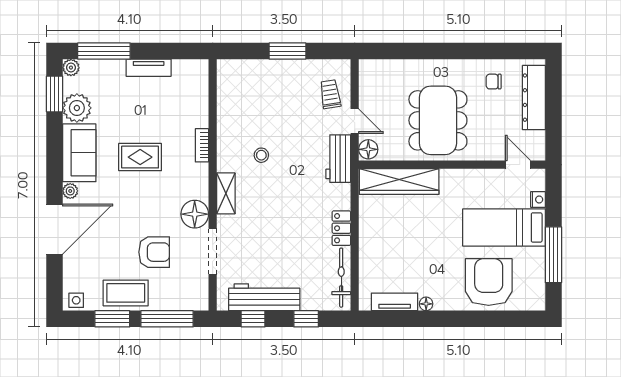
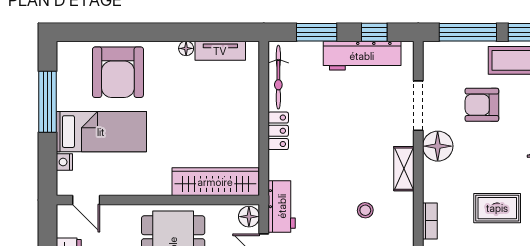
window: (306, 319) -> (317, 32), width x1.50

